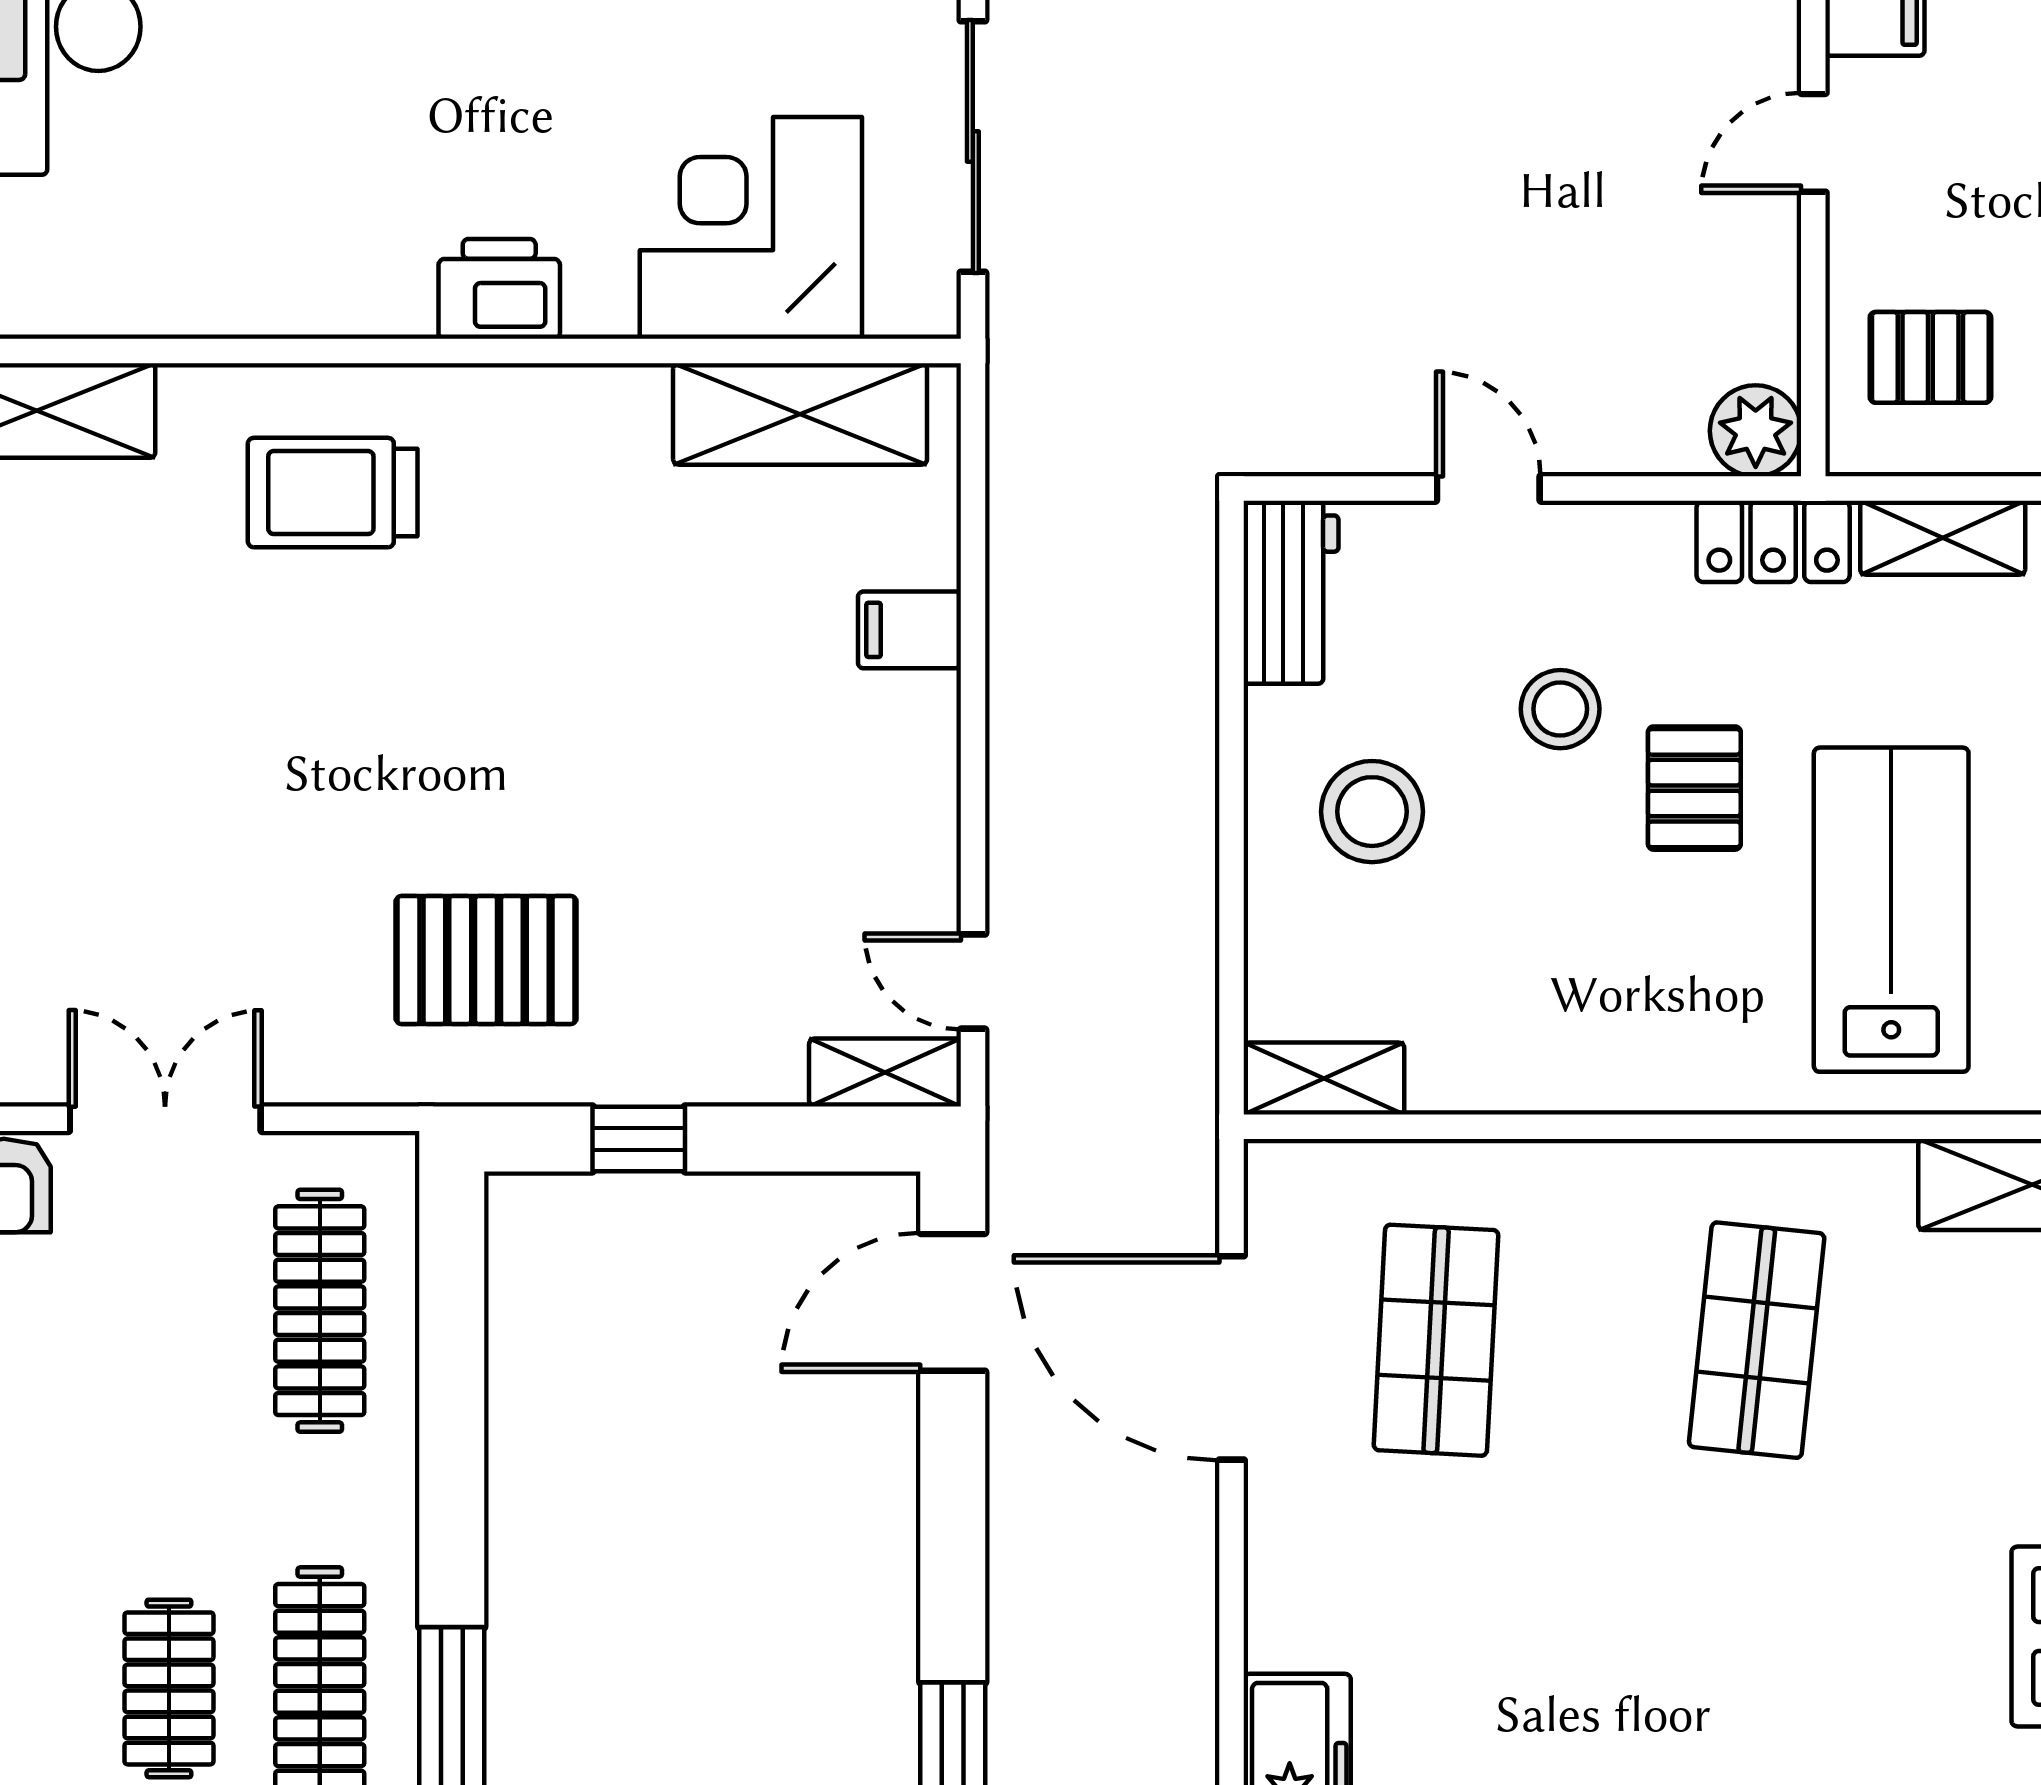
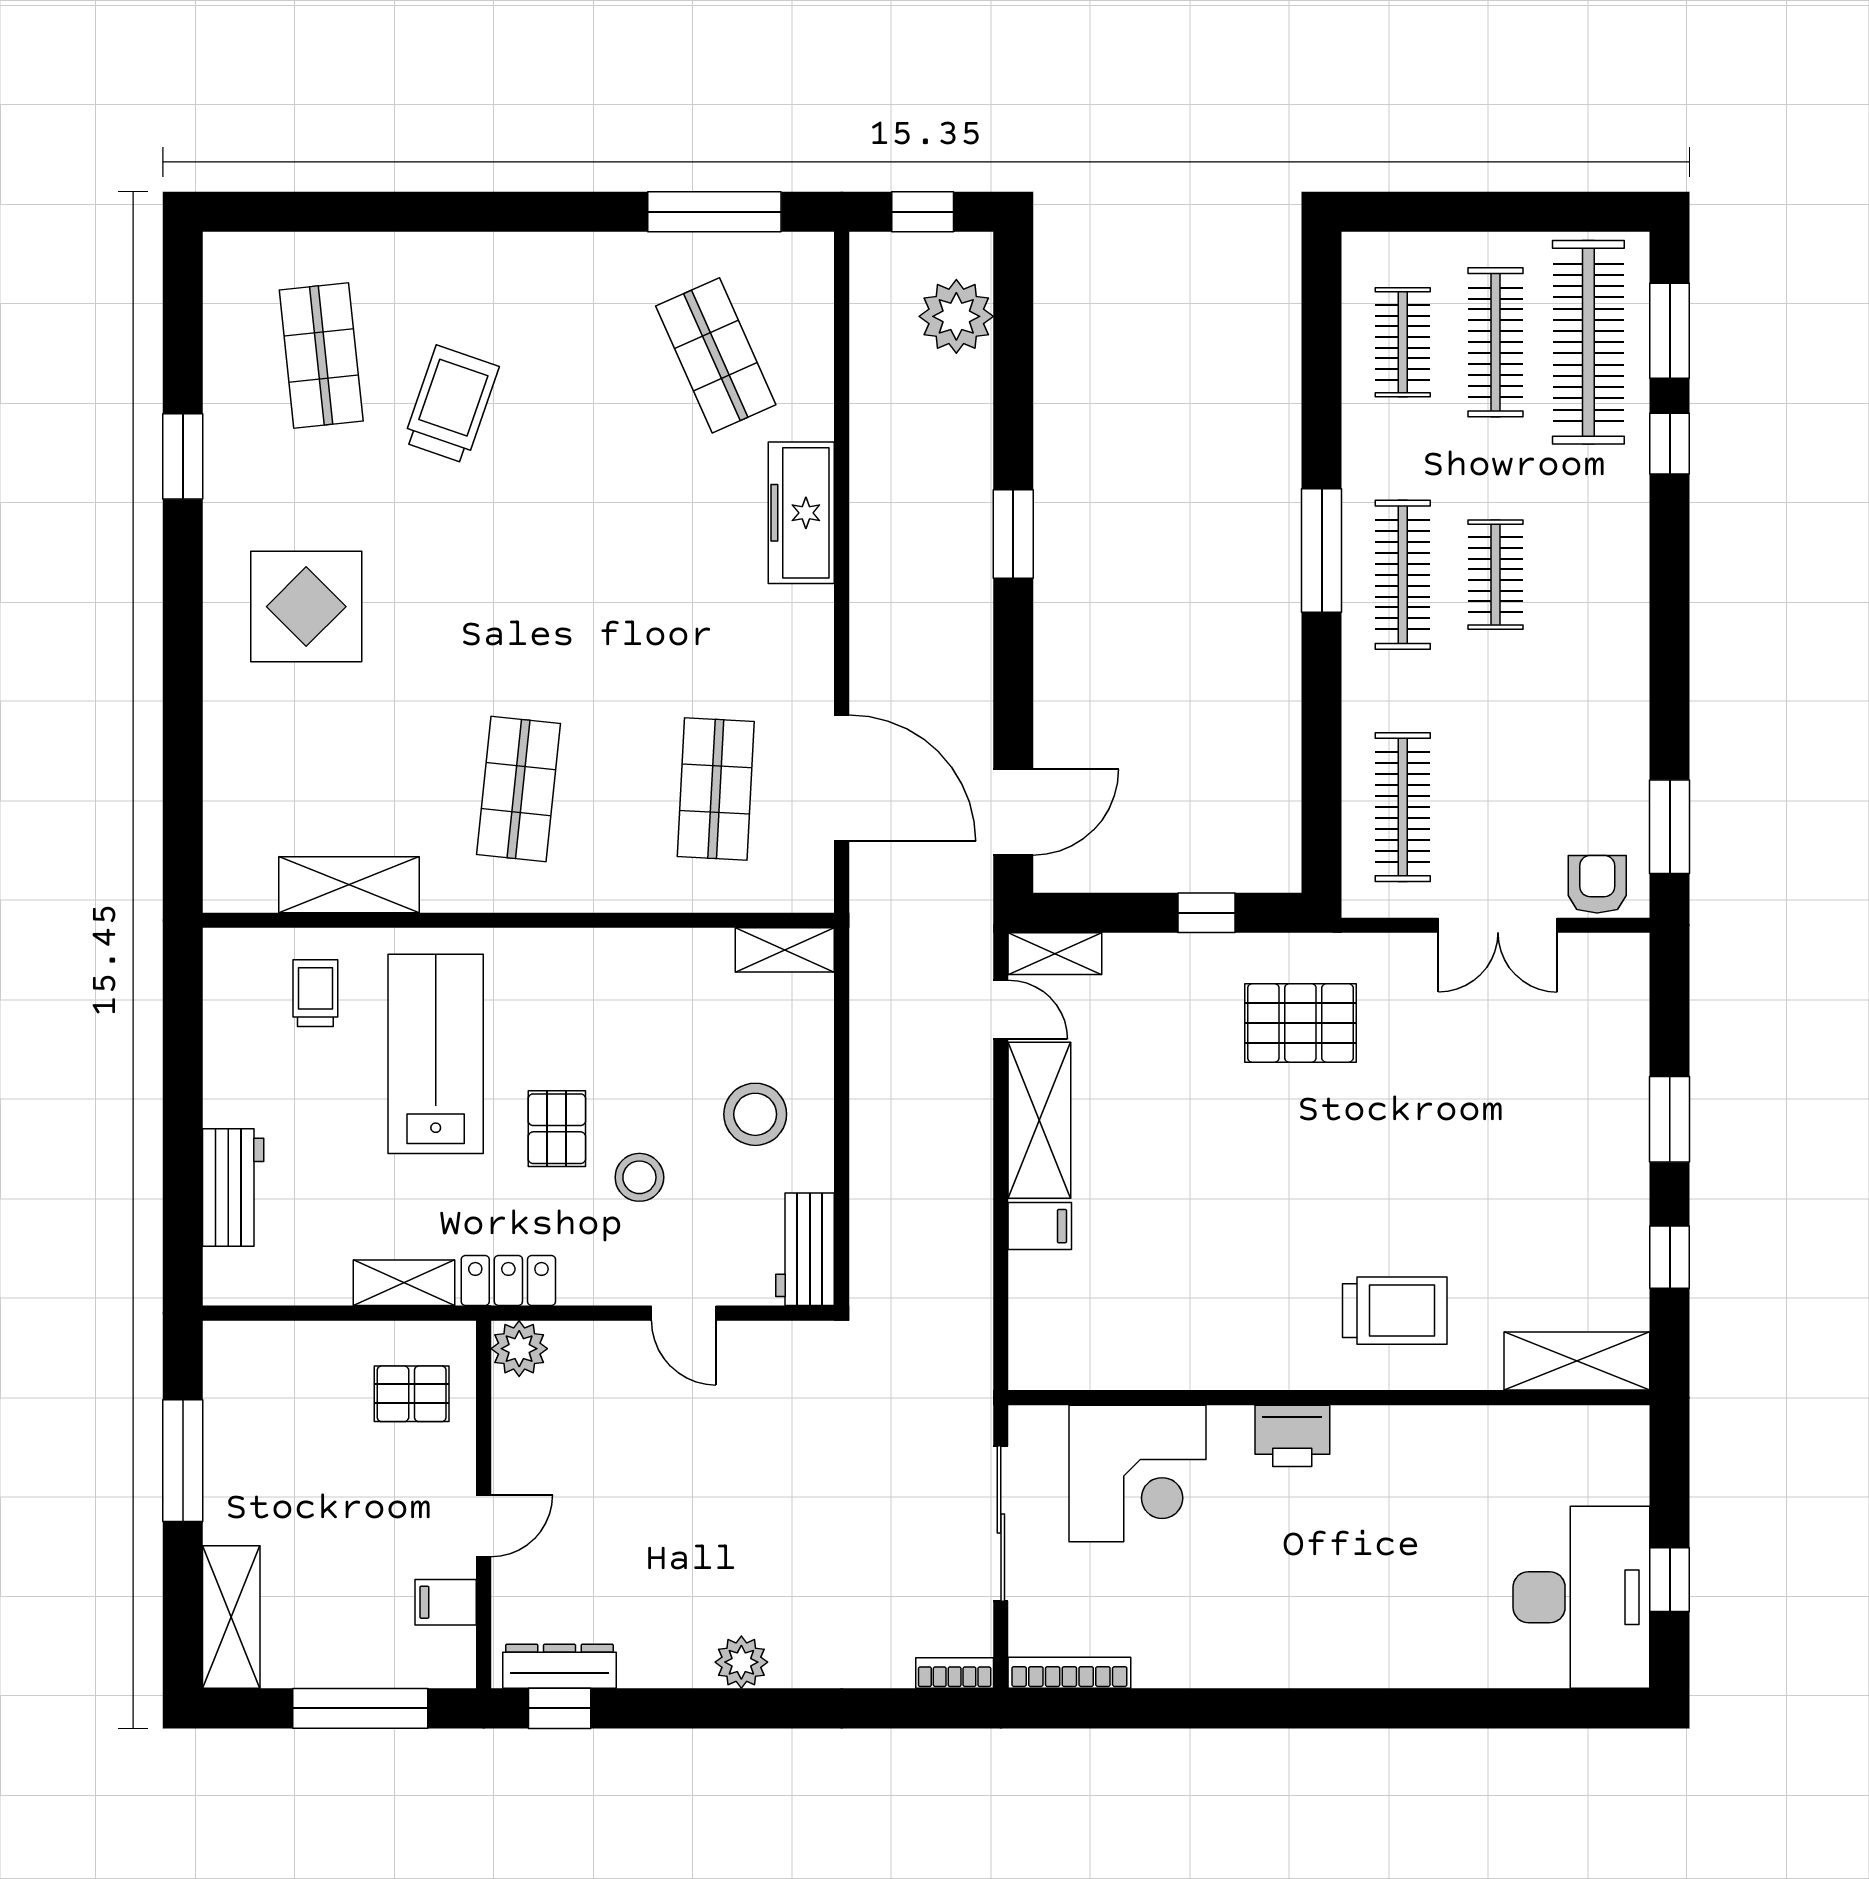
shelving: (800, 414) -> (1039, 1120), moved, turned 90
lab bench: (1891, 910) -> (436, 1054), turned 180

